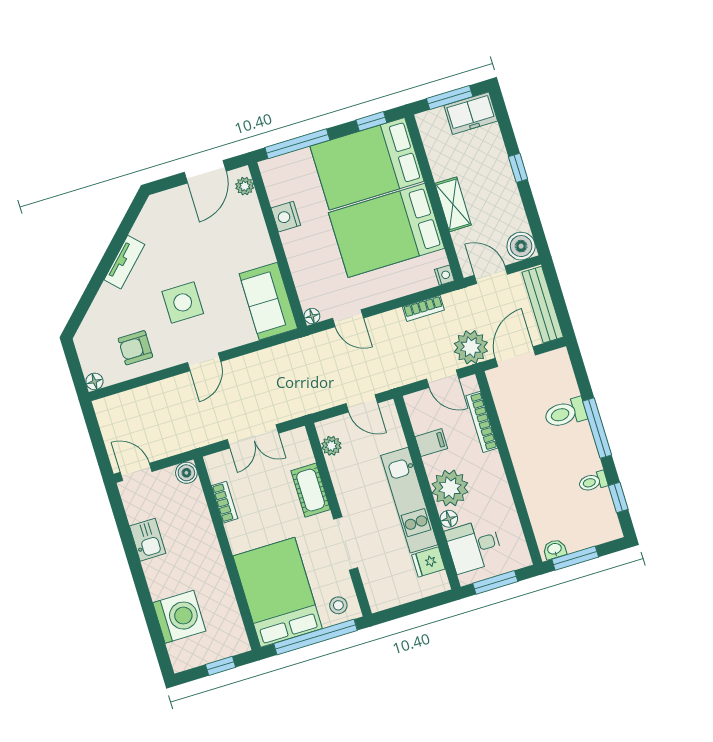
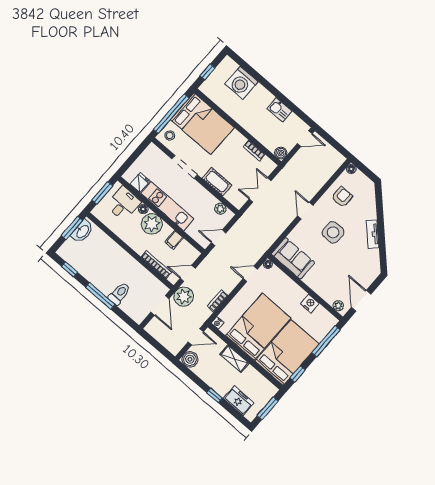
freezer: (471, 113) -> (239, 401), moved, turned 90
bench: (543, 305) -> (162, 338), removed
toilet: (593, 482) -> (86, 269), removed
washbasin: (555, 549) -> (82, 231), width x1.91, depth x1.45

